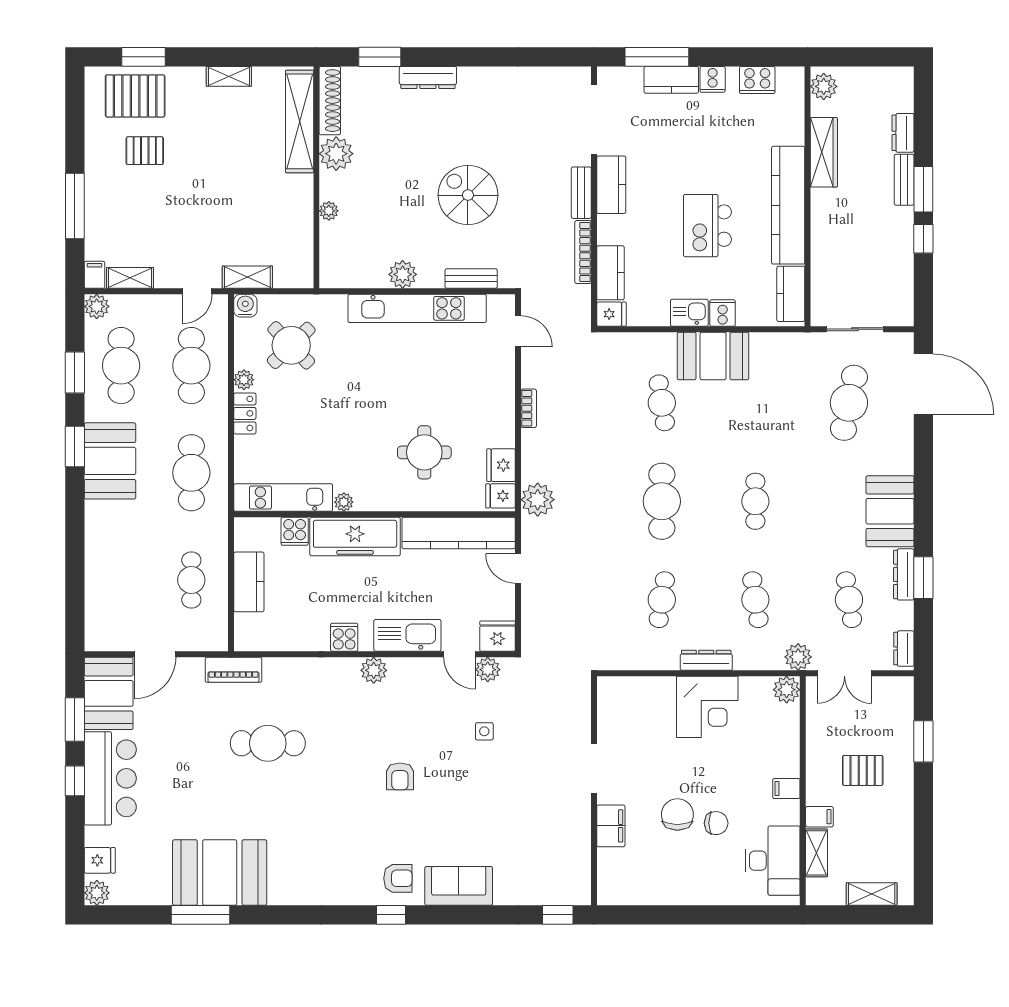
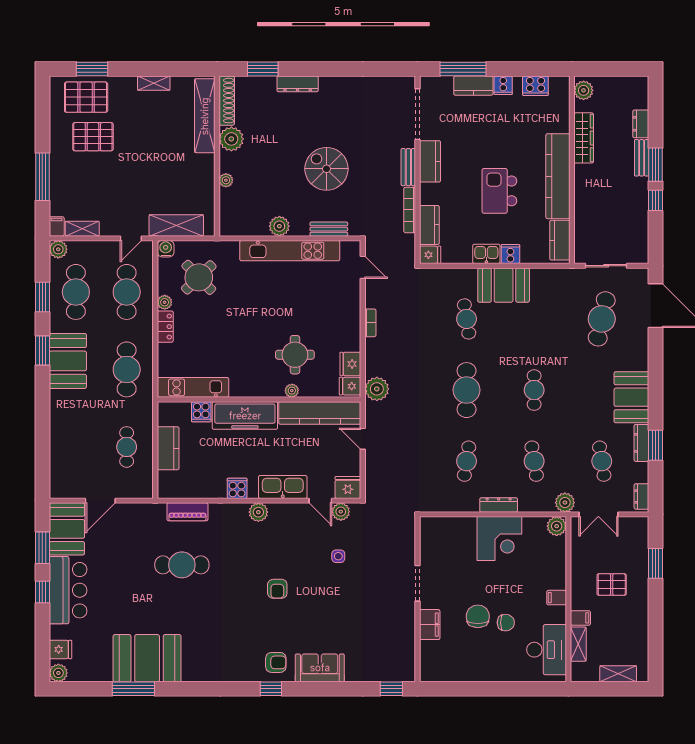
pallet: (145, 151) -> (93, 137), width x1.50, depth x1.42
shelving: (247, 277) -> (176, 225), width x1.50, depth x1.33
plant: (344, 502) -> (292, 391), moved
piano: (233, 670) -> (187, 512), moved

